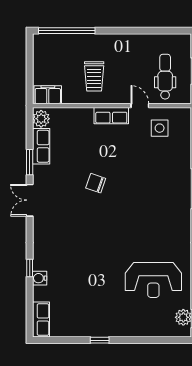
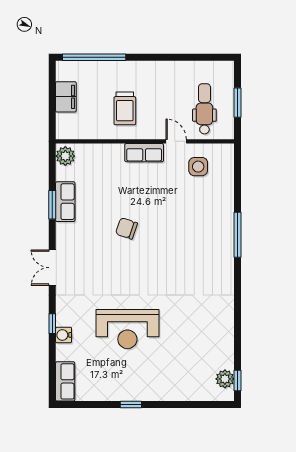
filing cabinet: (48, 95) -> (66, 97), moved, turned 90
row of seats: (41, 146) -> (65, 202), moved
double door: (30, 200) -> (52, 268), moved
reception desk: (153, 280) -> (127, 329), moved

